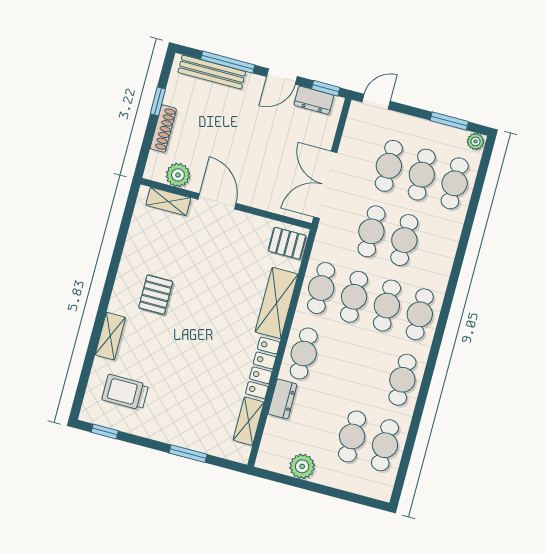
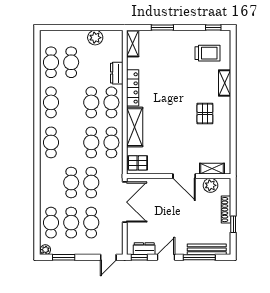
cafe table: (387, 306) -> (91, 102), moved
shelving: (248, 421) -> (133, 44), moved

